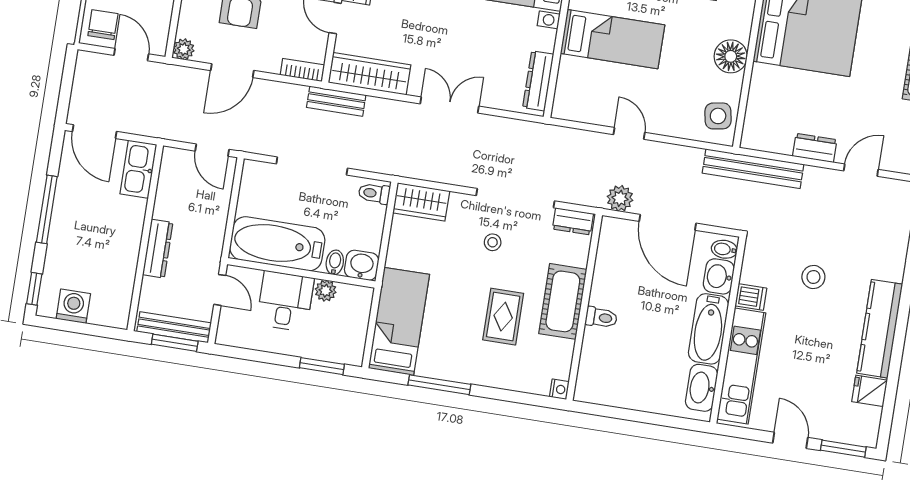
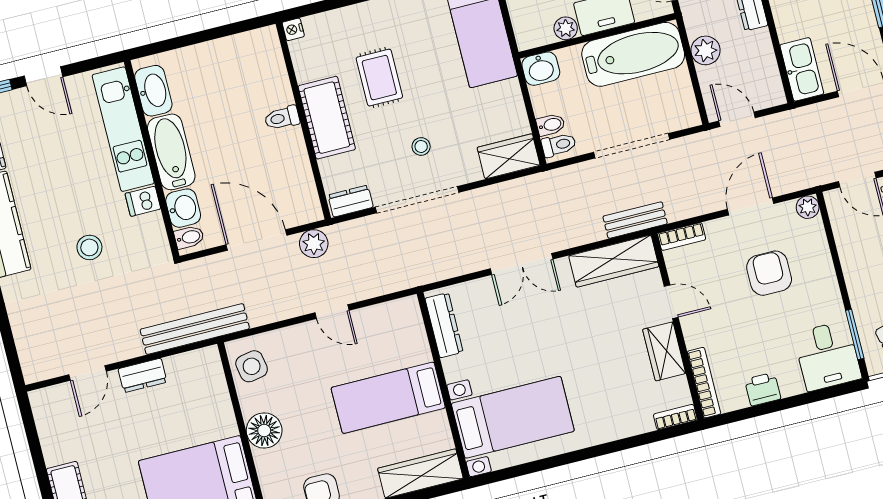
plant: (214, 221) -> (706, 50), added
bidet: (335, 262) -> (551, 125), moved, turned -90

